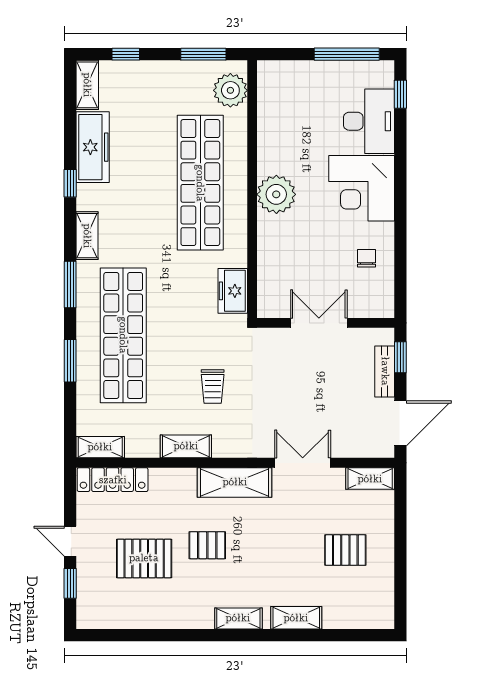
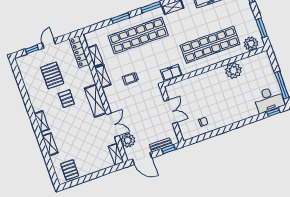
desk: (369, 121) -> (269, 100), moved
corner desk: (362, 188) -> (230, 110), removed
plant: (276, 194) -> (233, 71), moved
plant: (348, 441) -> (128, 140), added
shelving: (100, 447) -> (95, 56), moved
pallet: (345, 550) -> (70, 170), moved

